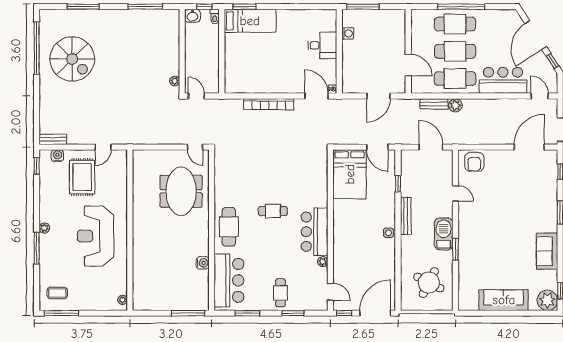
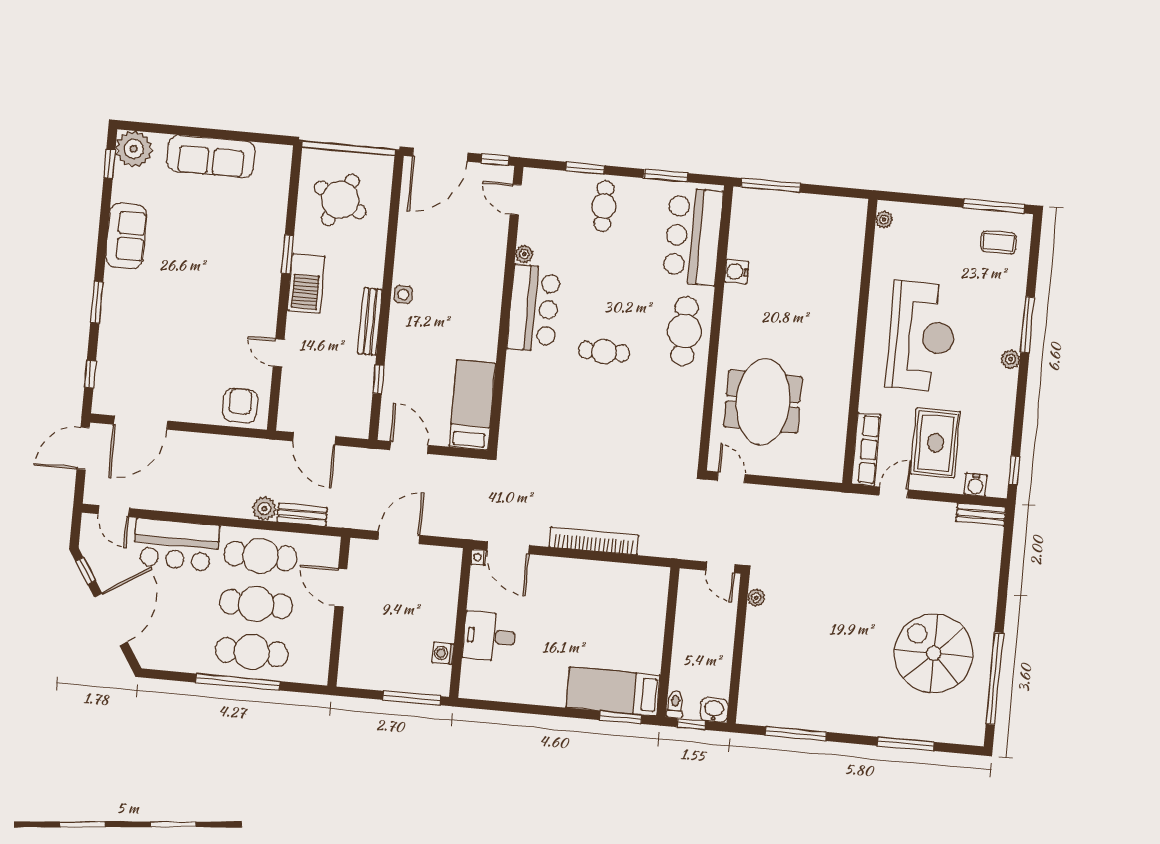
row of seats: (121, 170) -> (866, 449), added
bed: (350, 174) -> (472, 405), width x0.67

